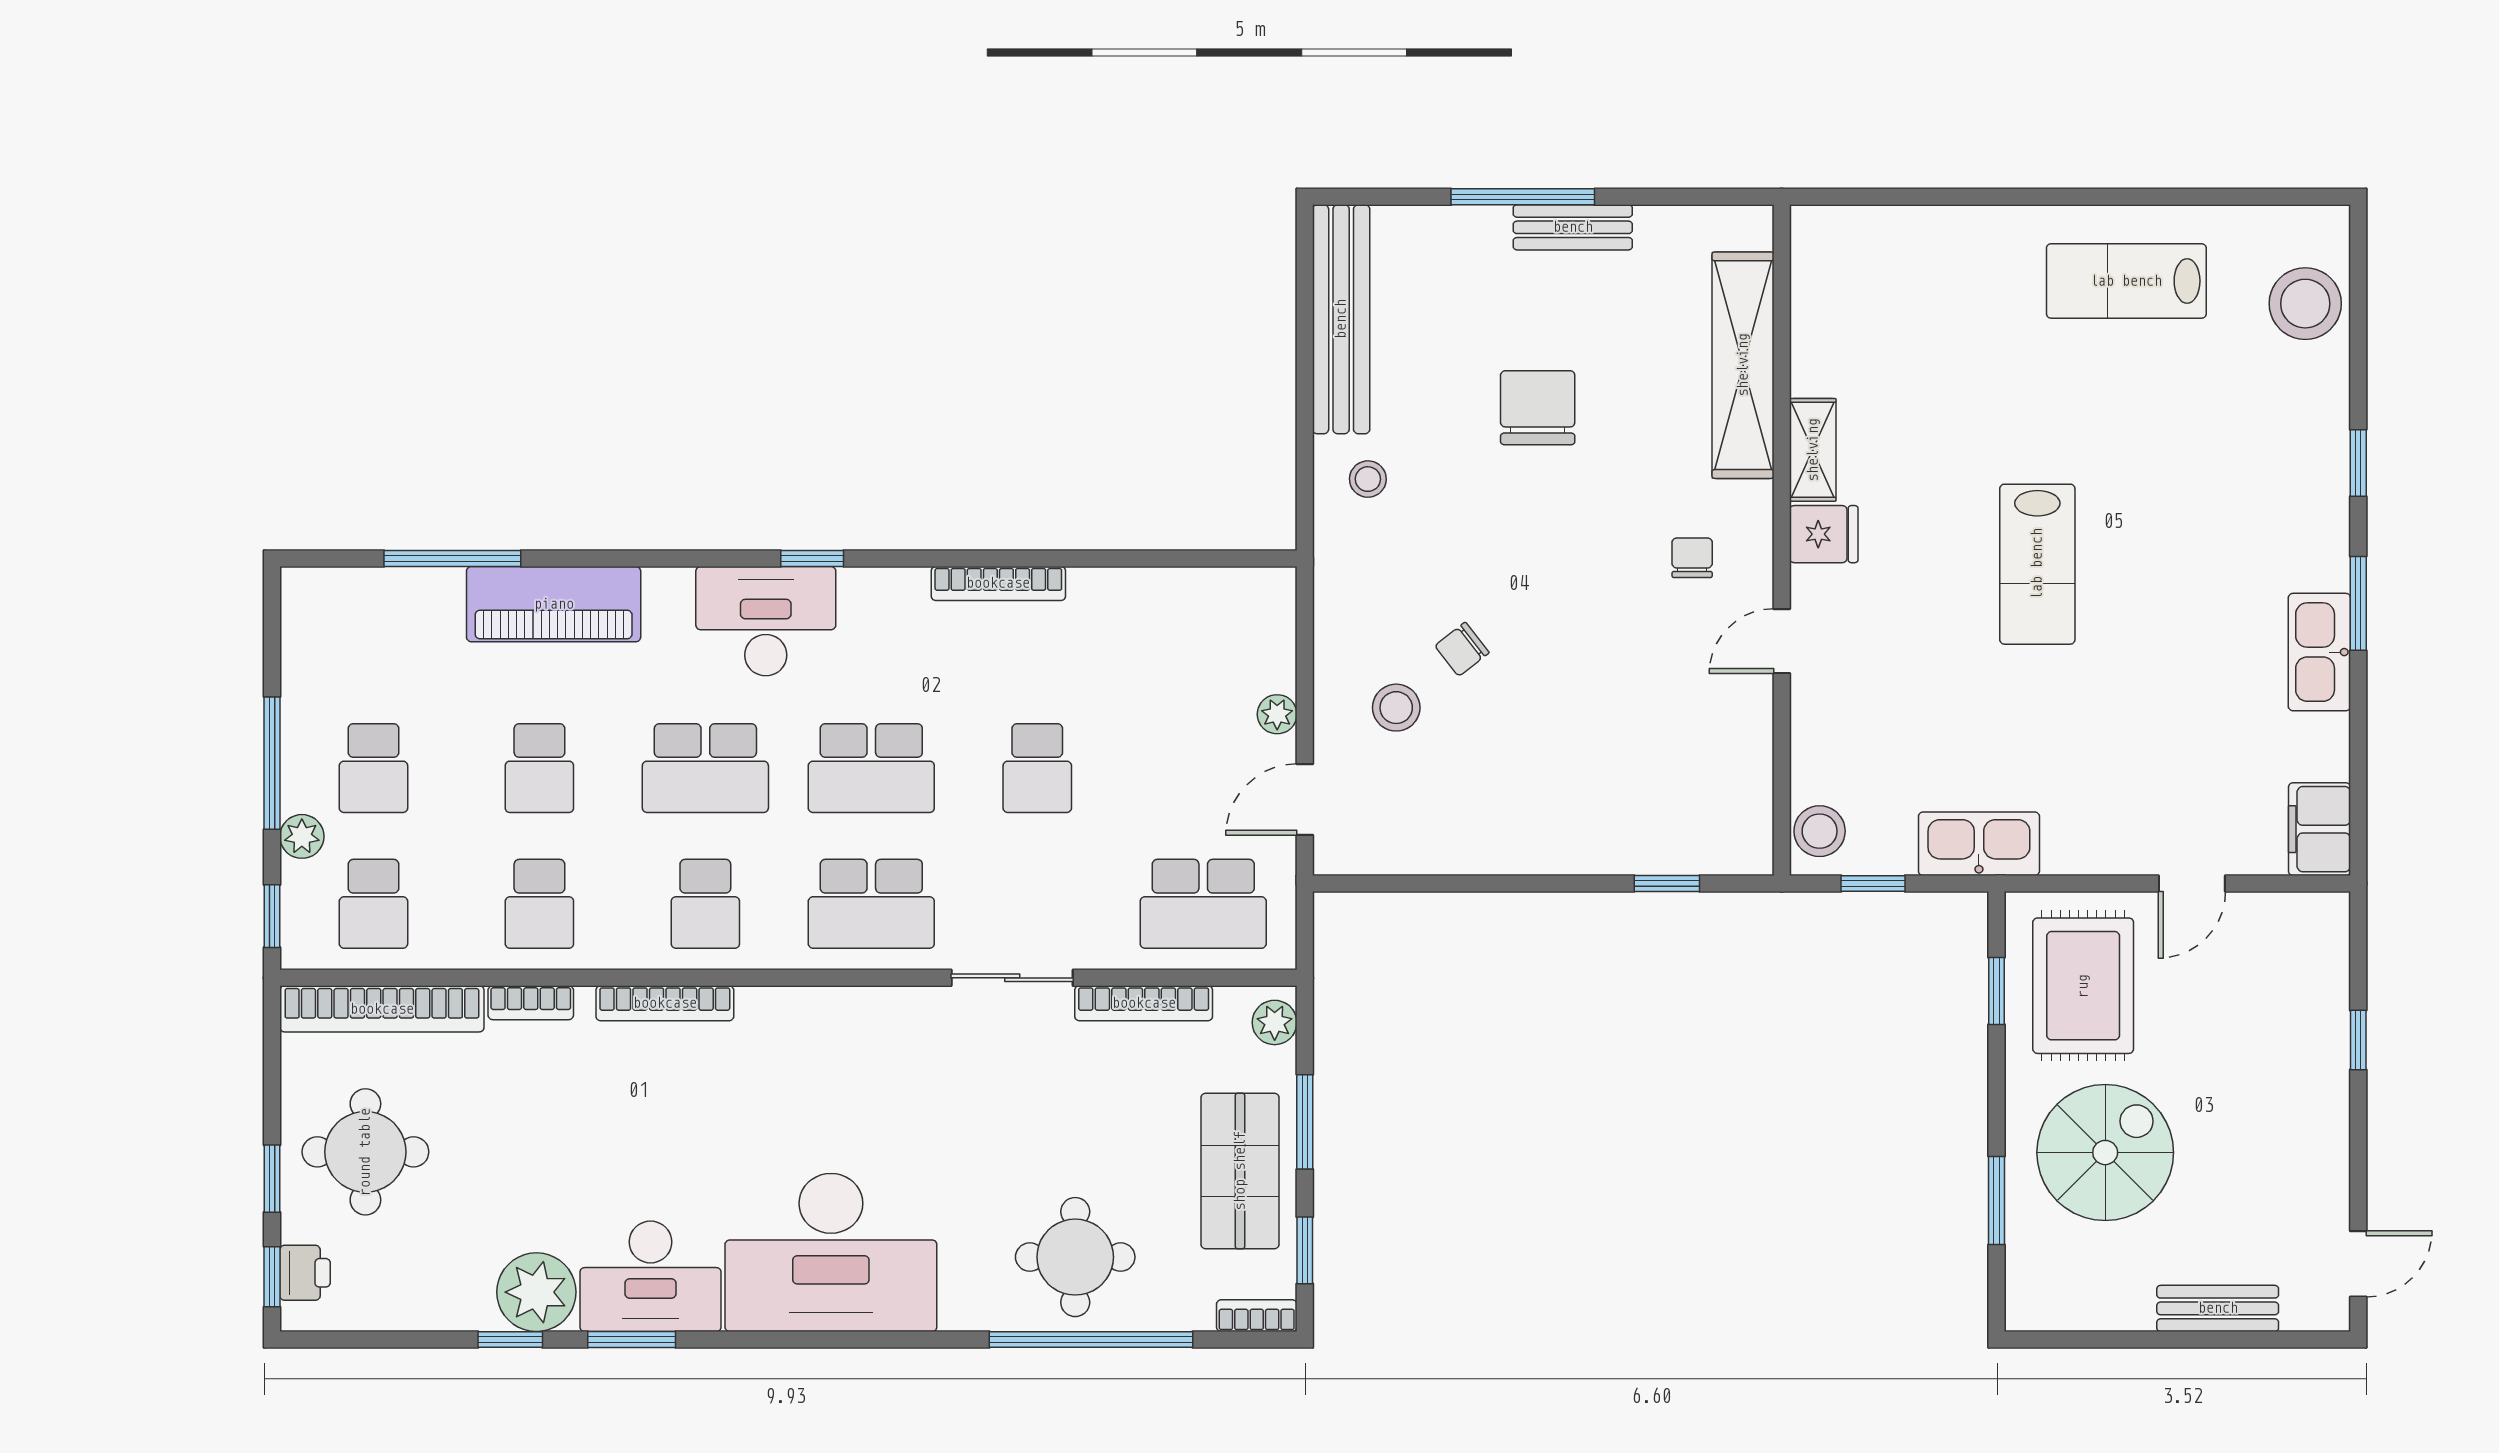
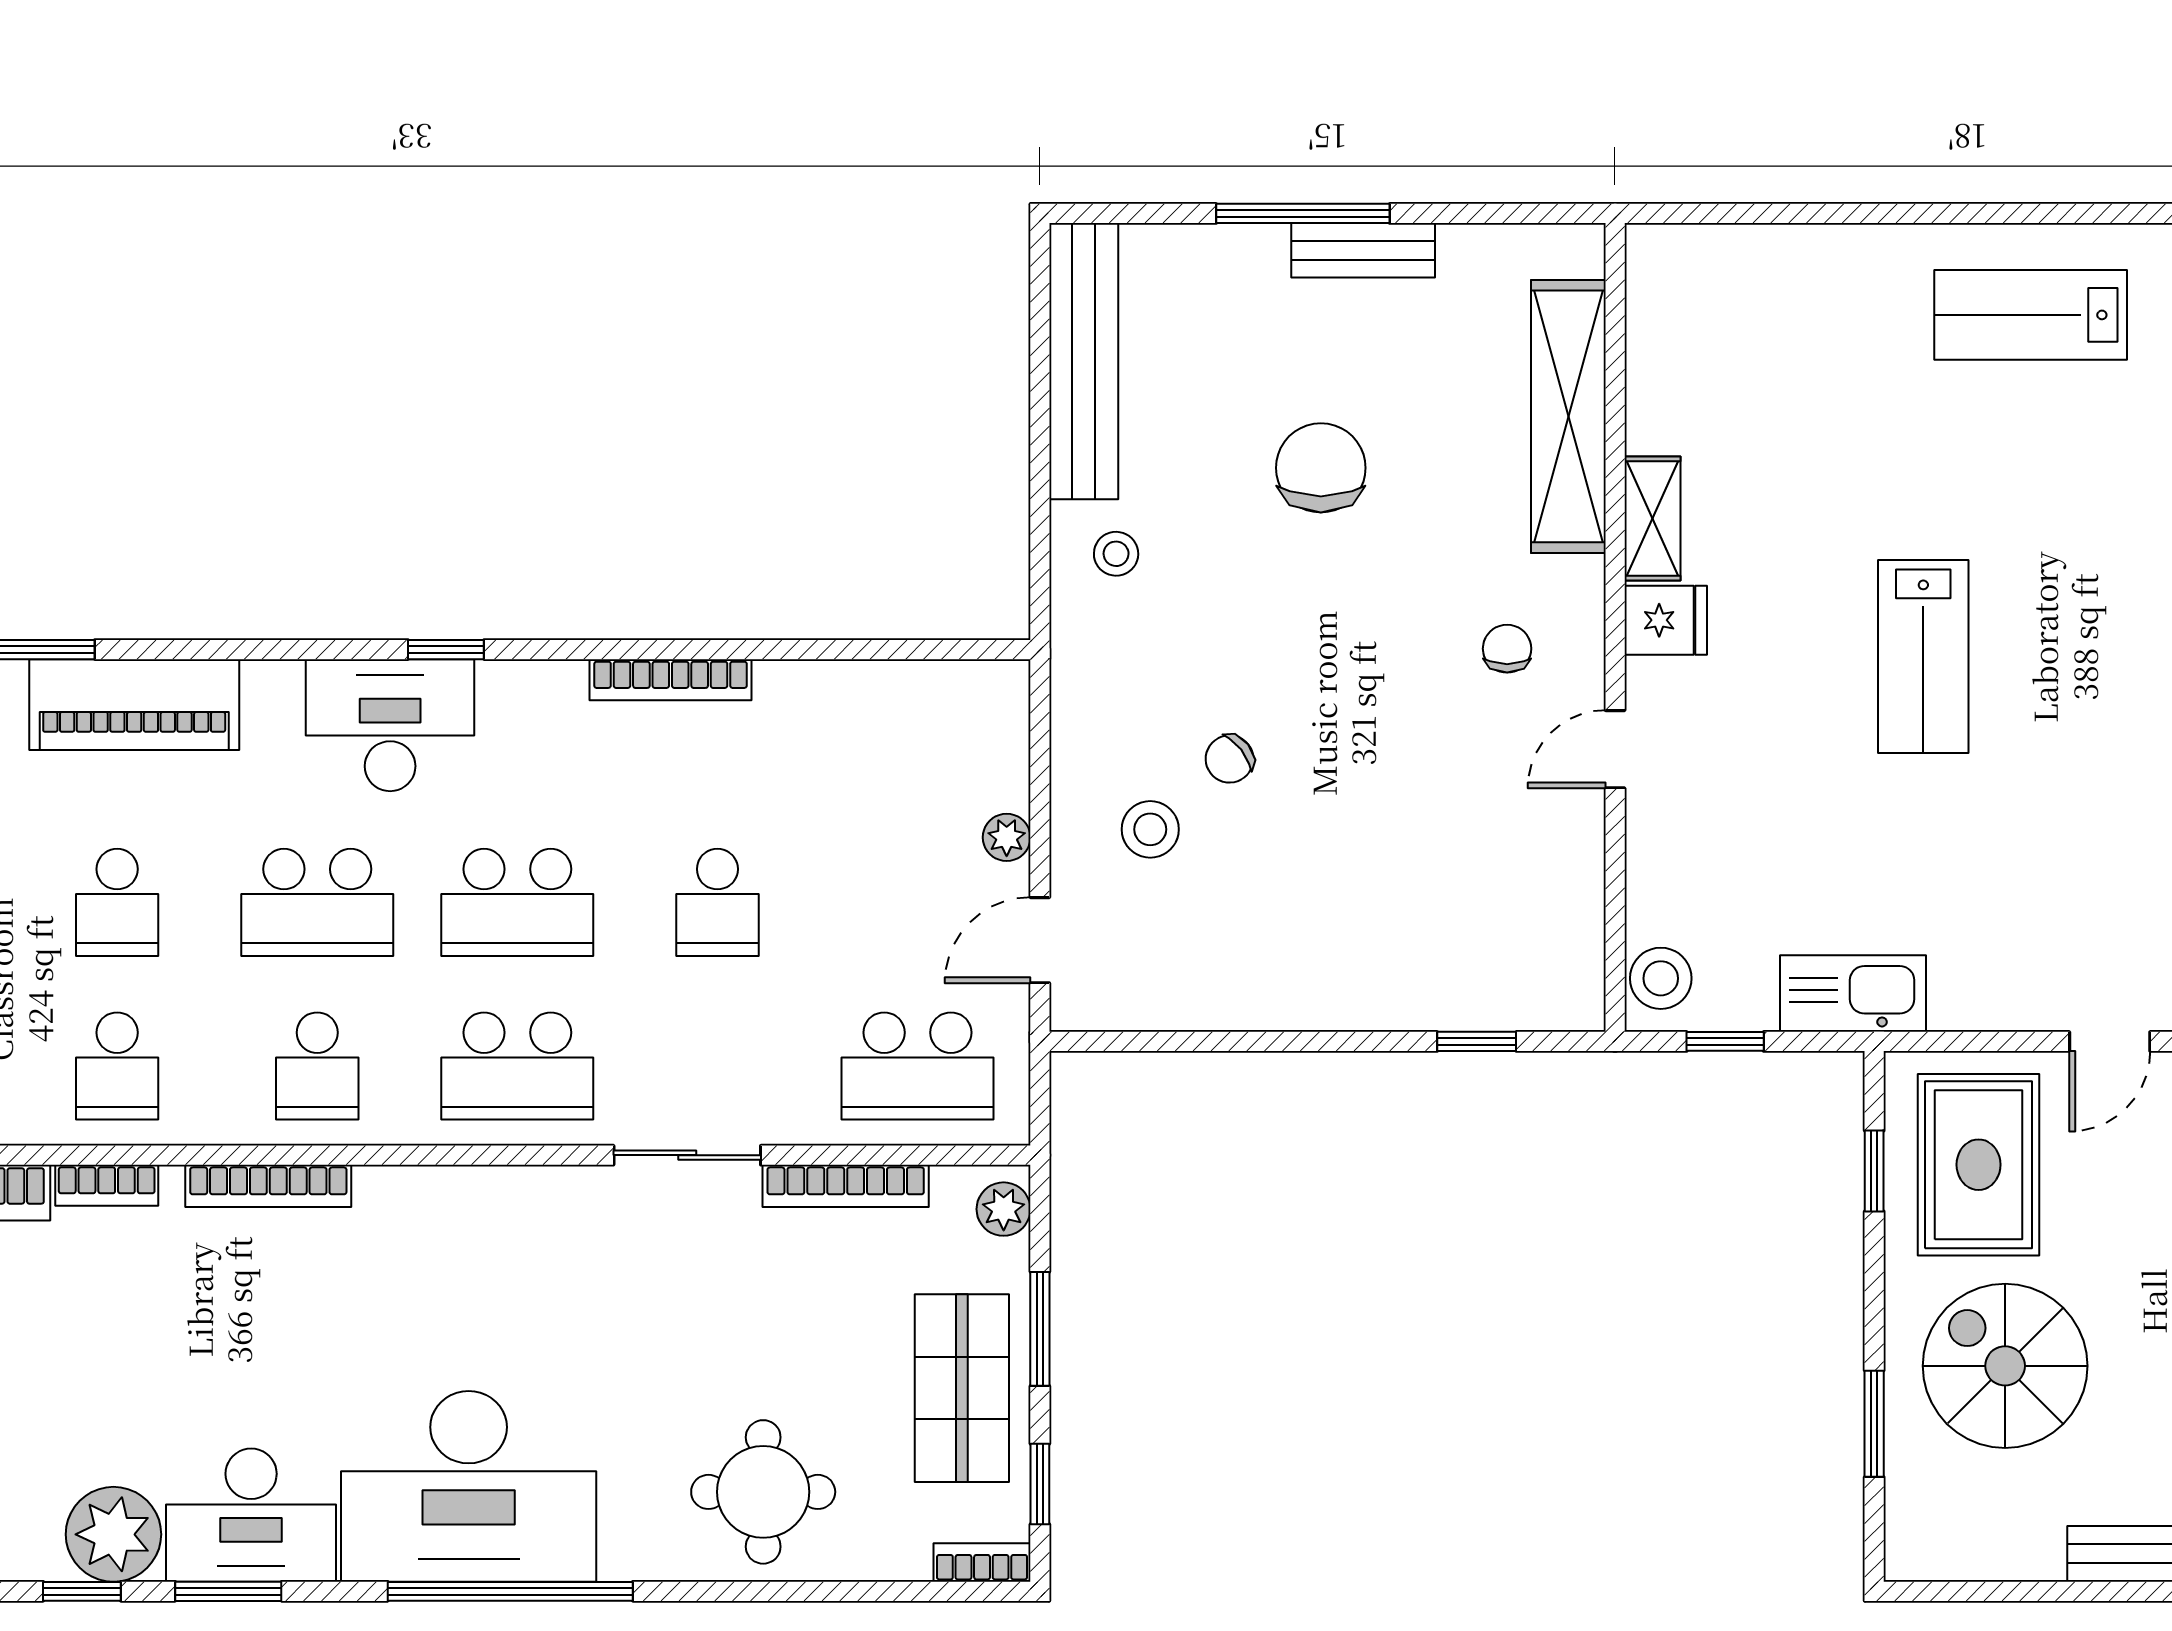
spiral stairs: (2105, 1153) -> (2005, 1366), turned -90
window: (1091, 1340) -> (510, 1591), moved

